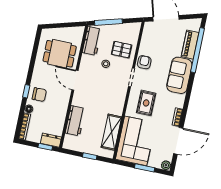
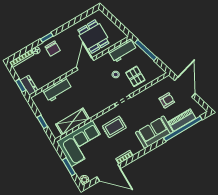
armchair: (144, 62) -> (167, 100), moved

